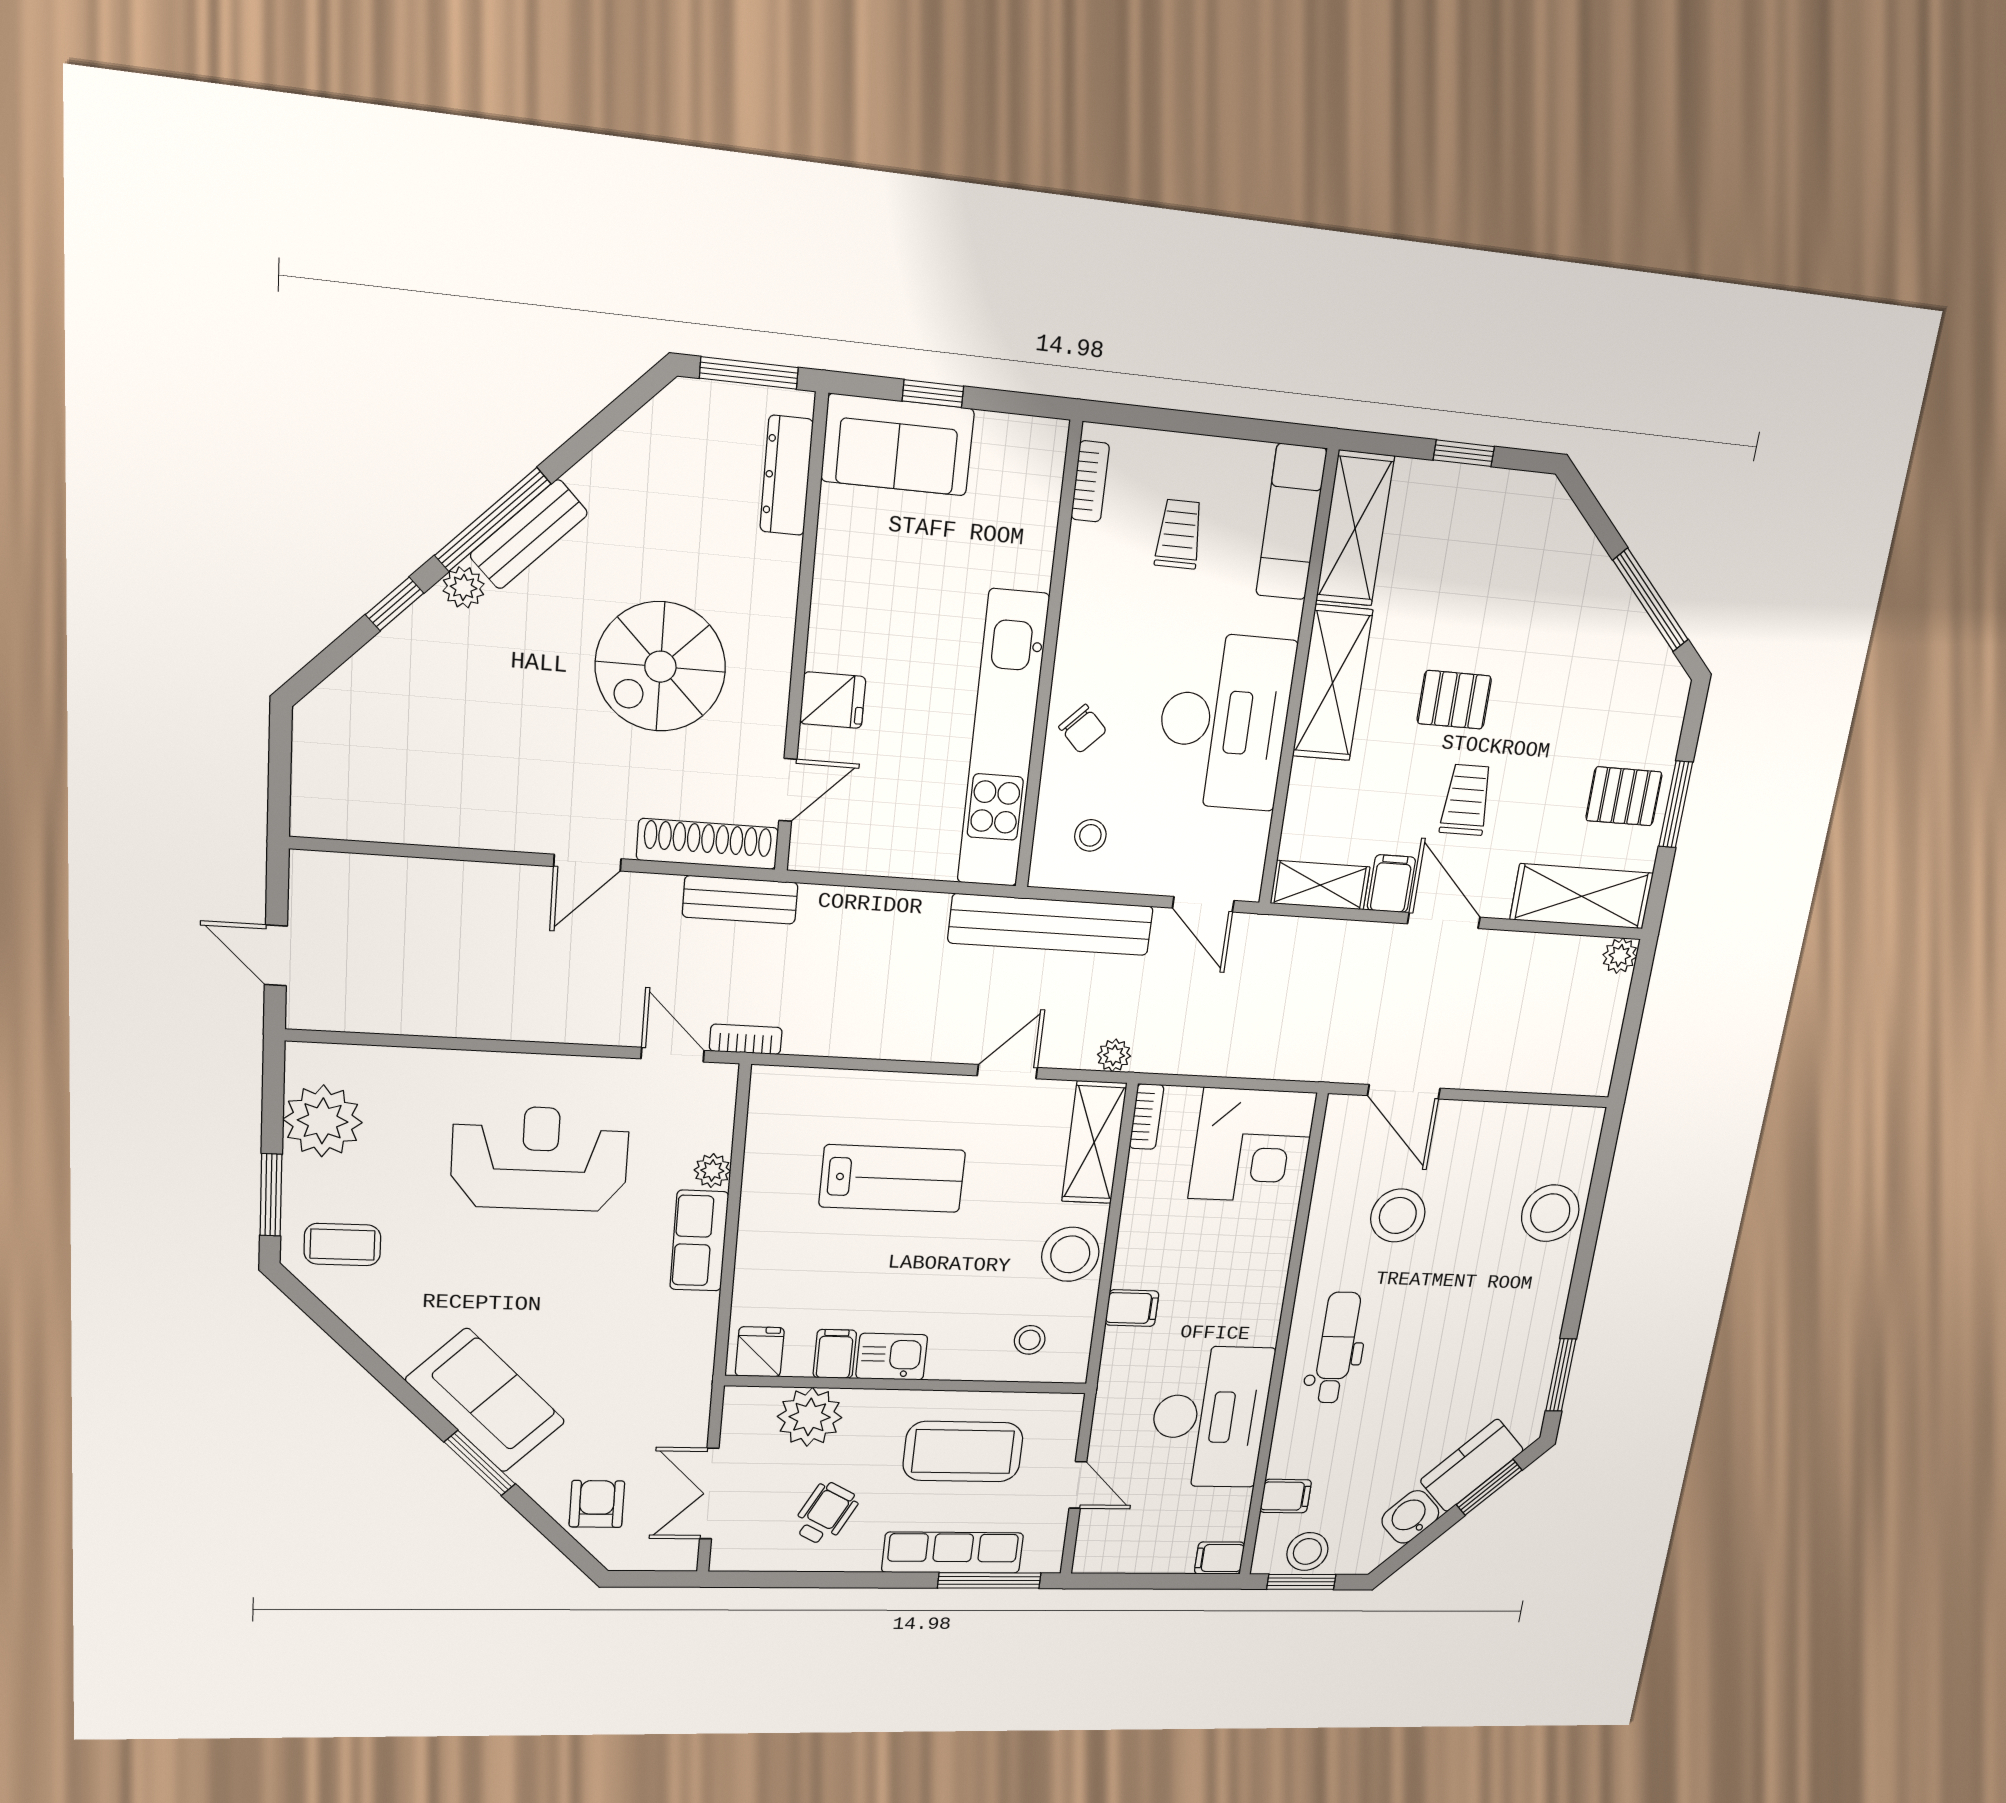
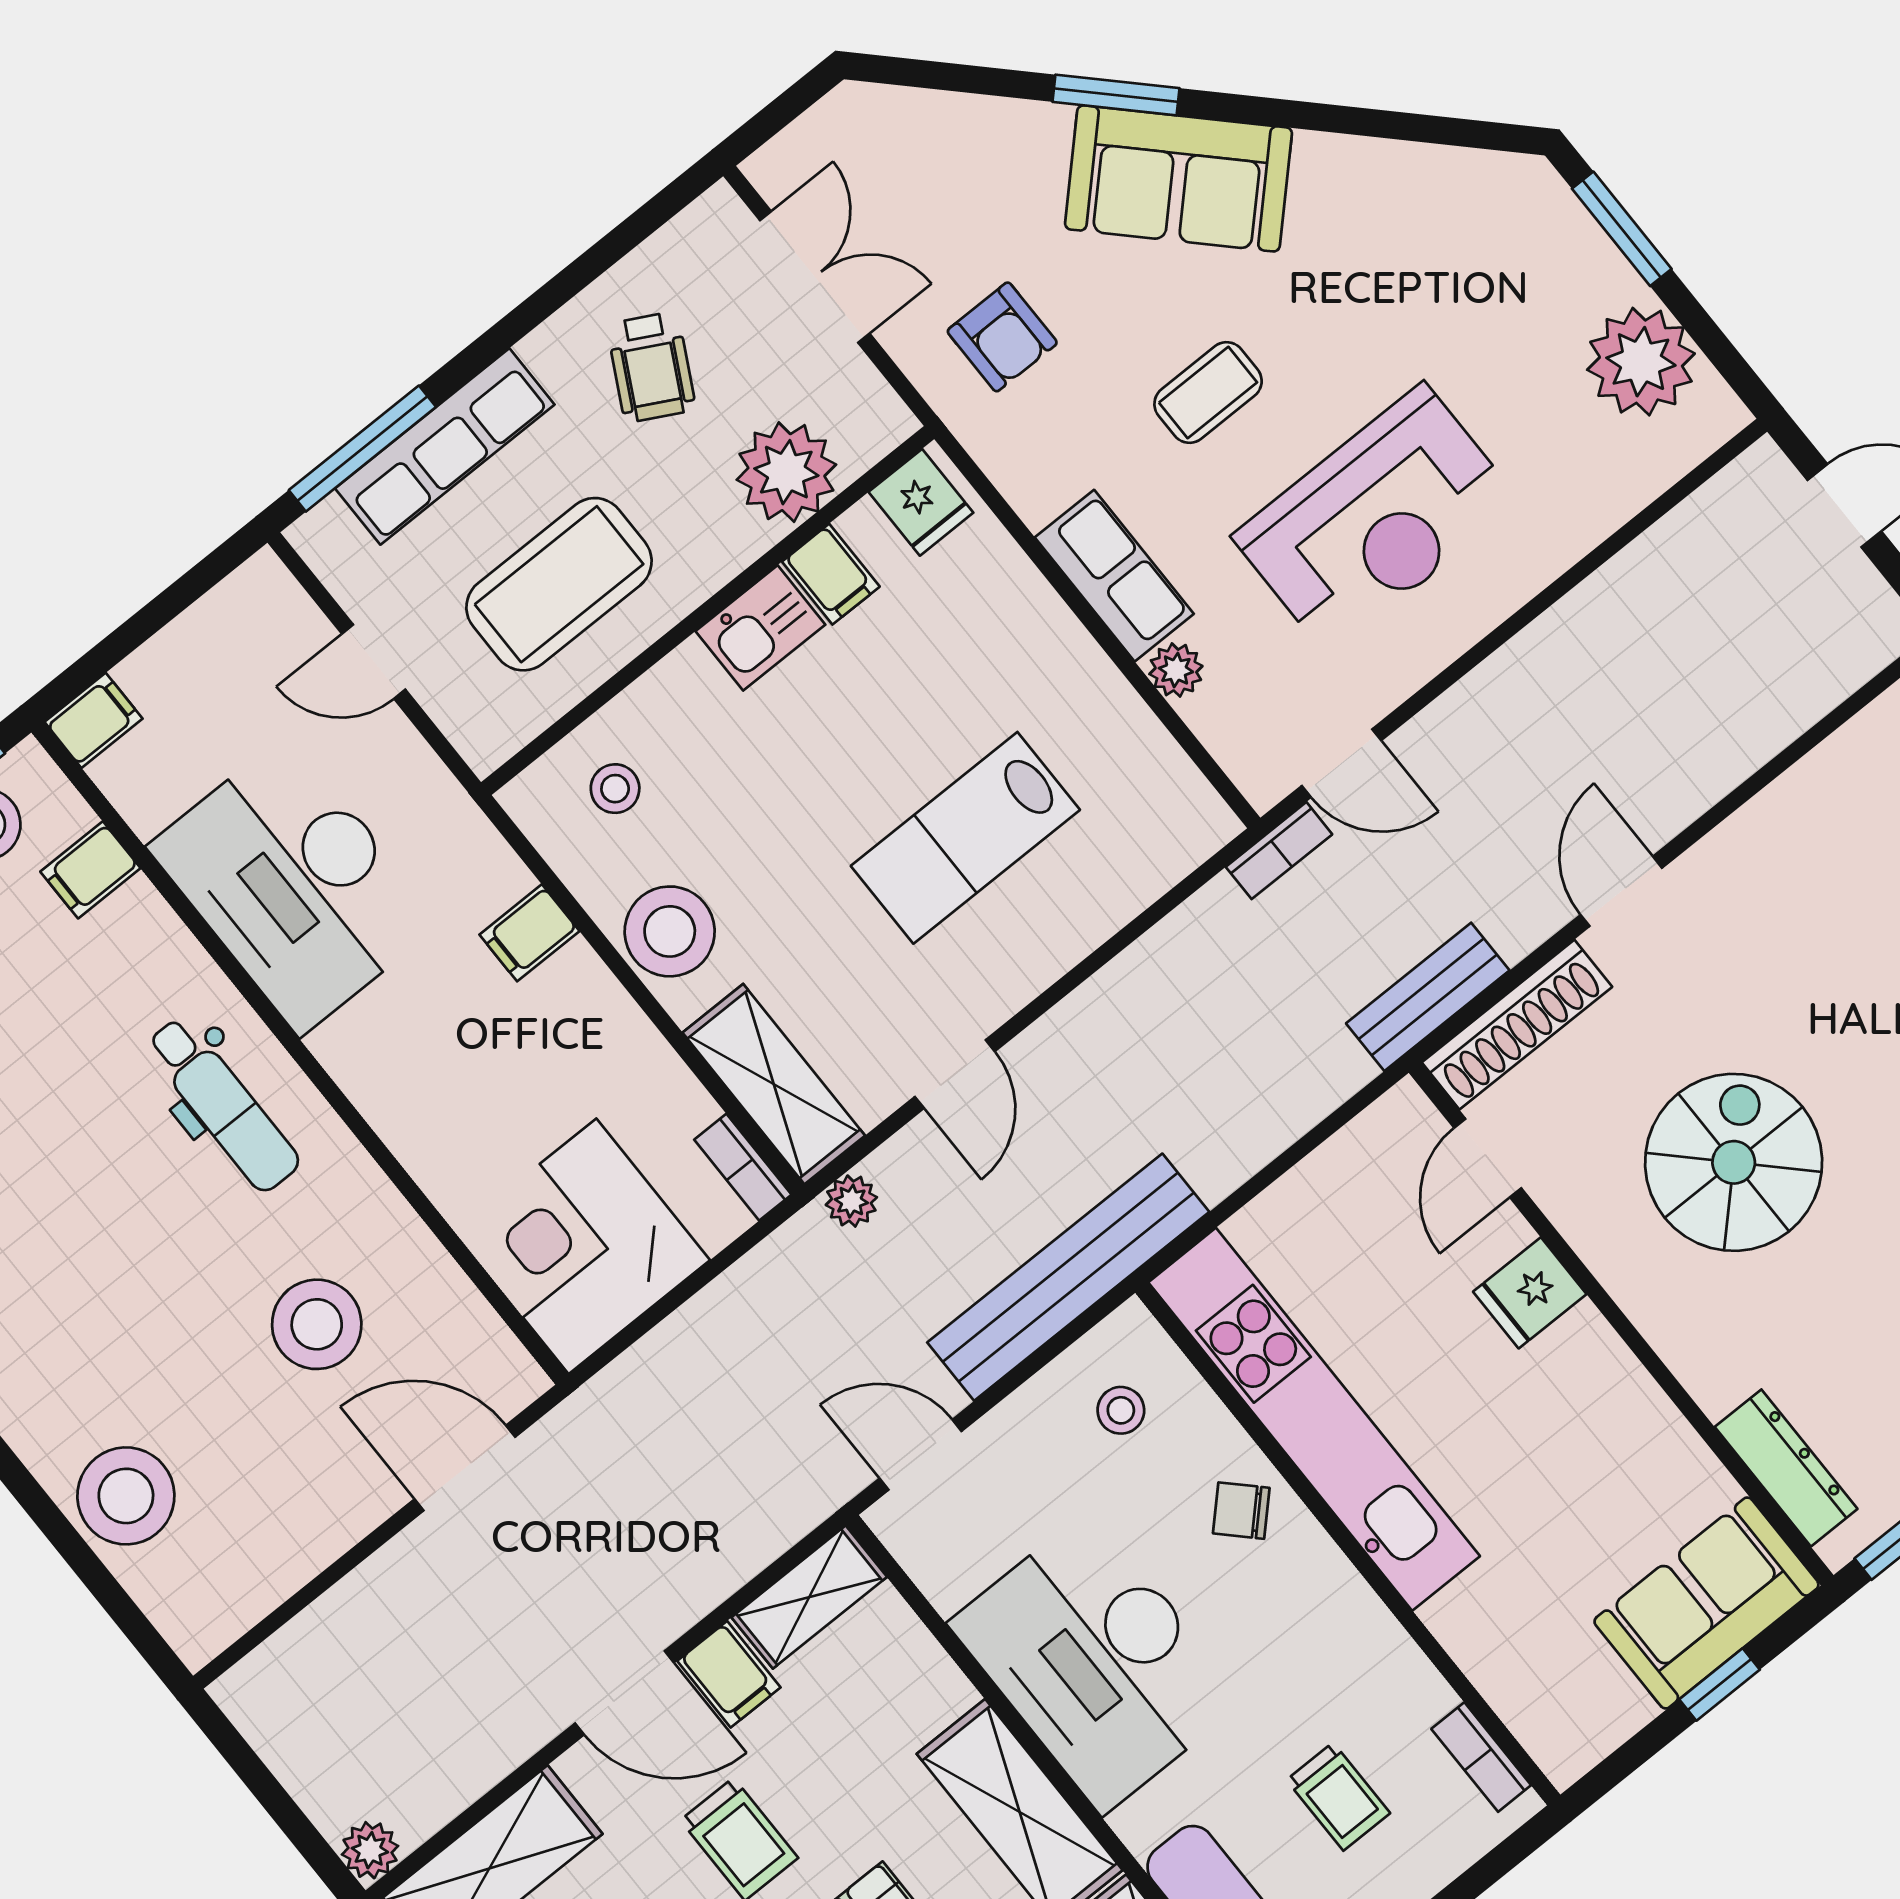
coffee table: (342, 1245) -> (1208, 393), moved
armchair: (597, 1504) -> (1002, 337), moved

